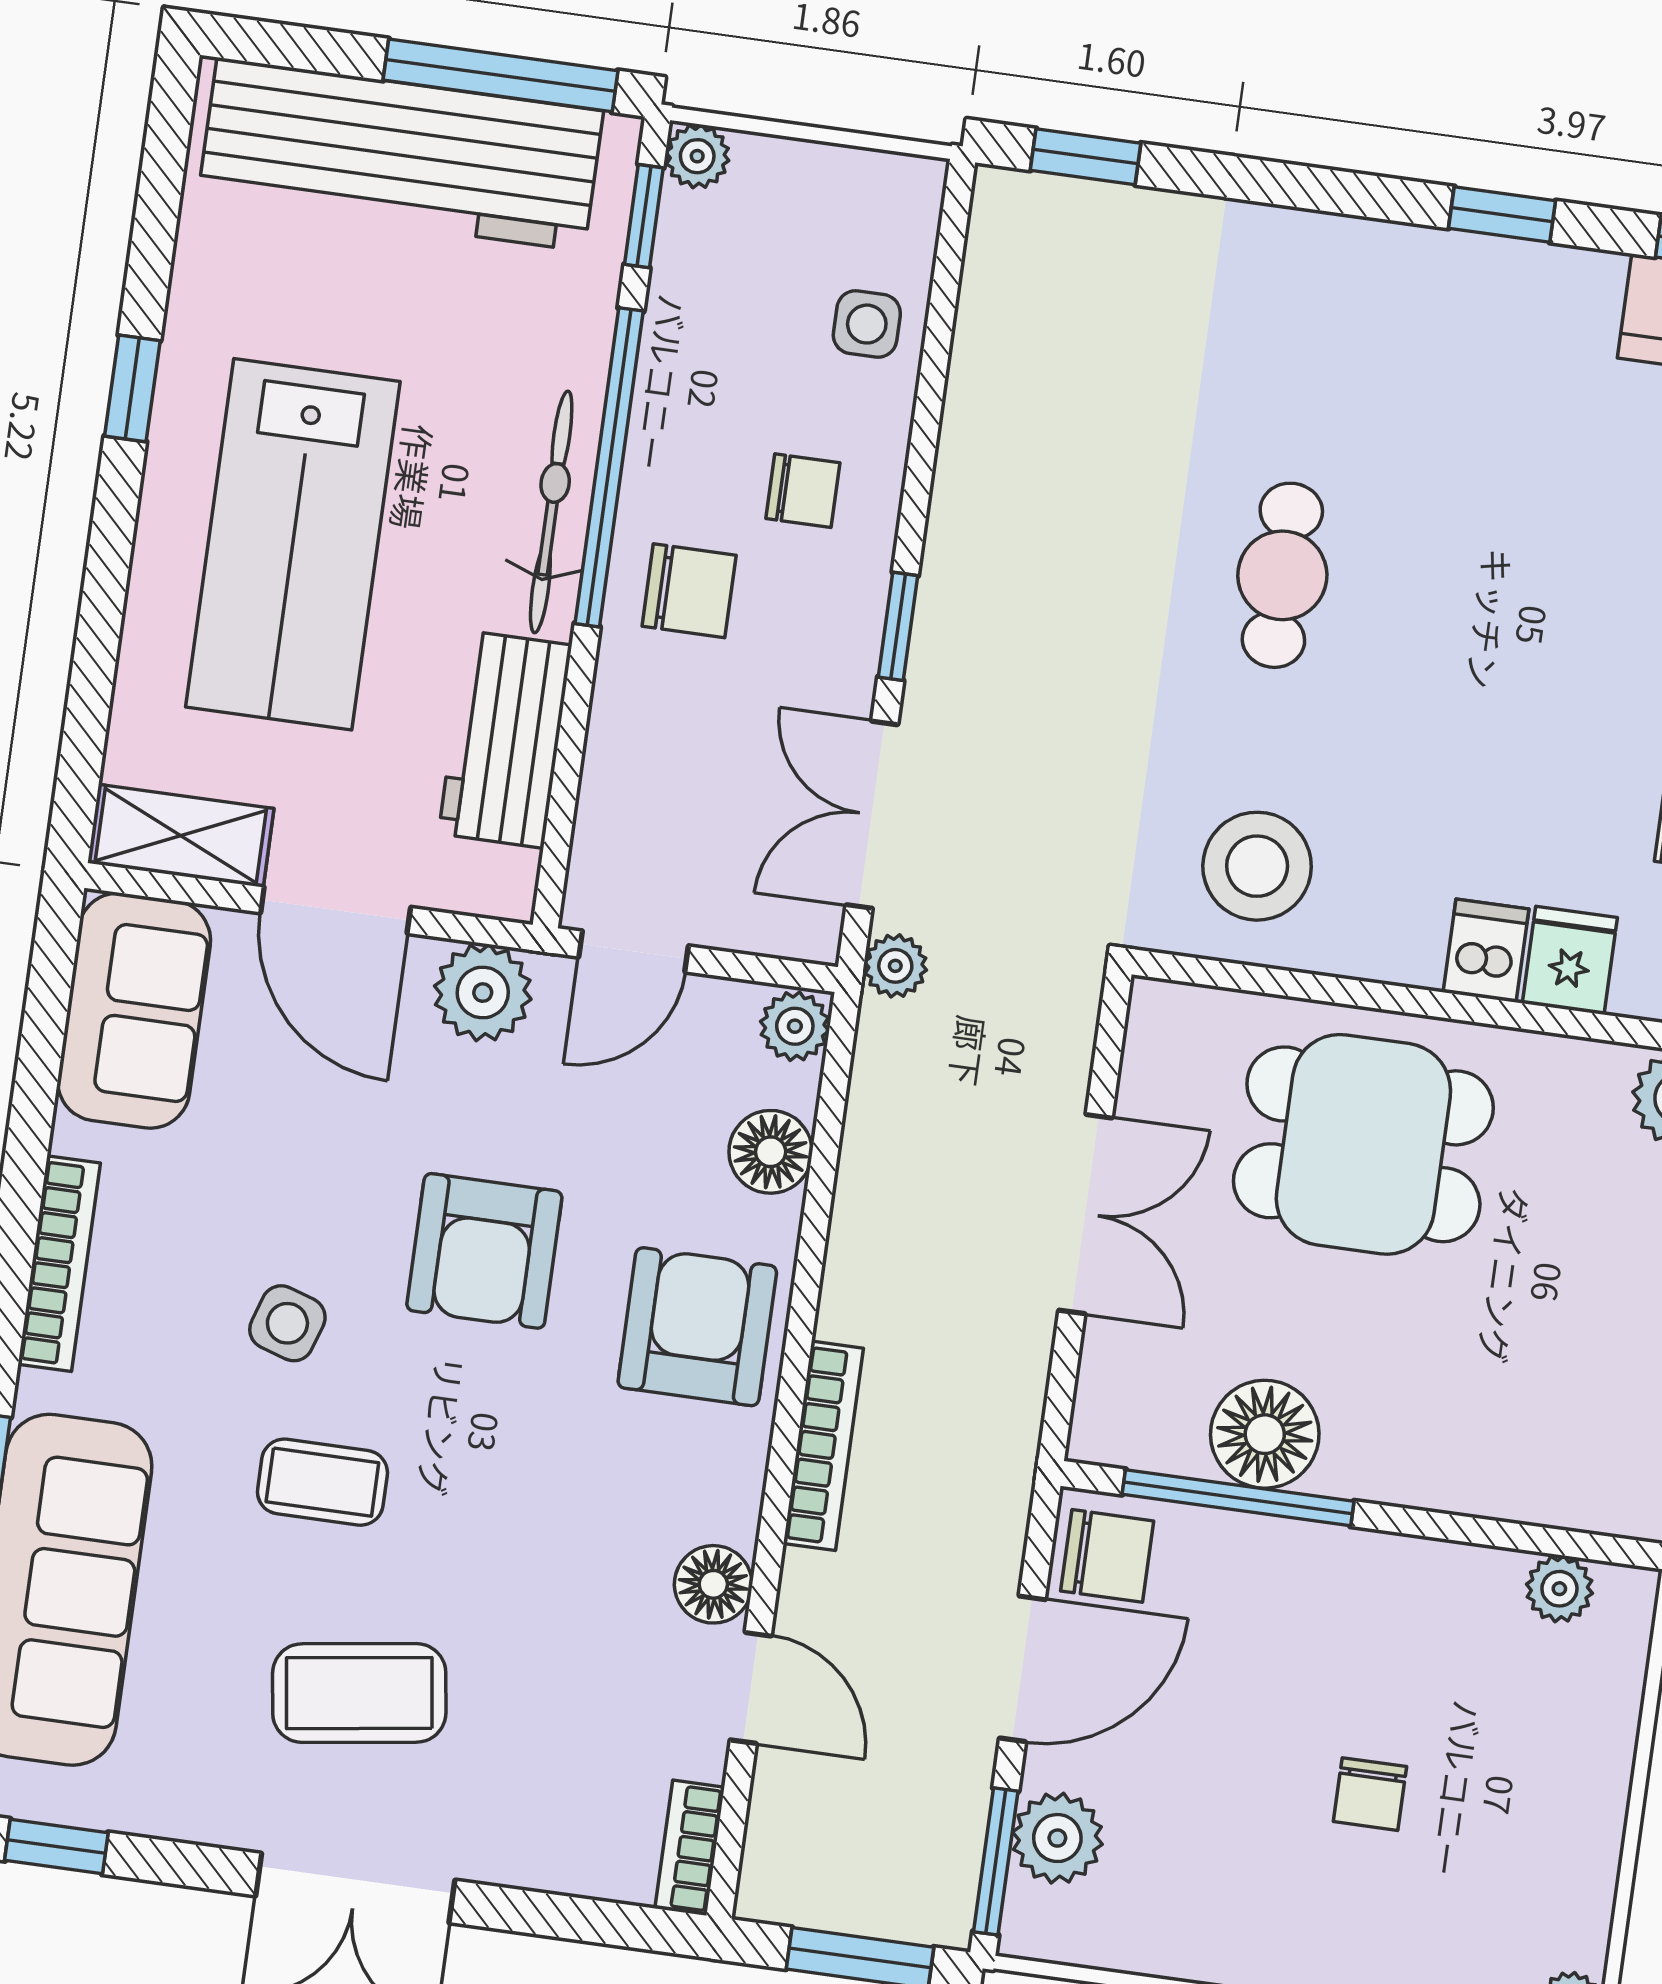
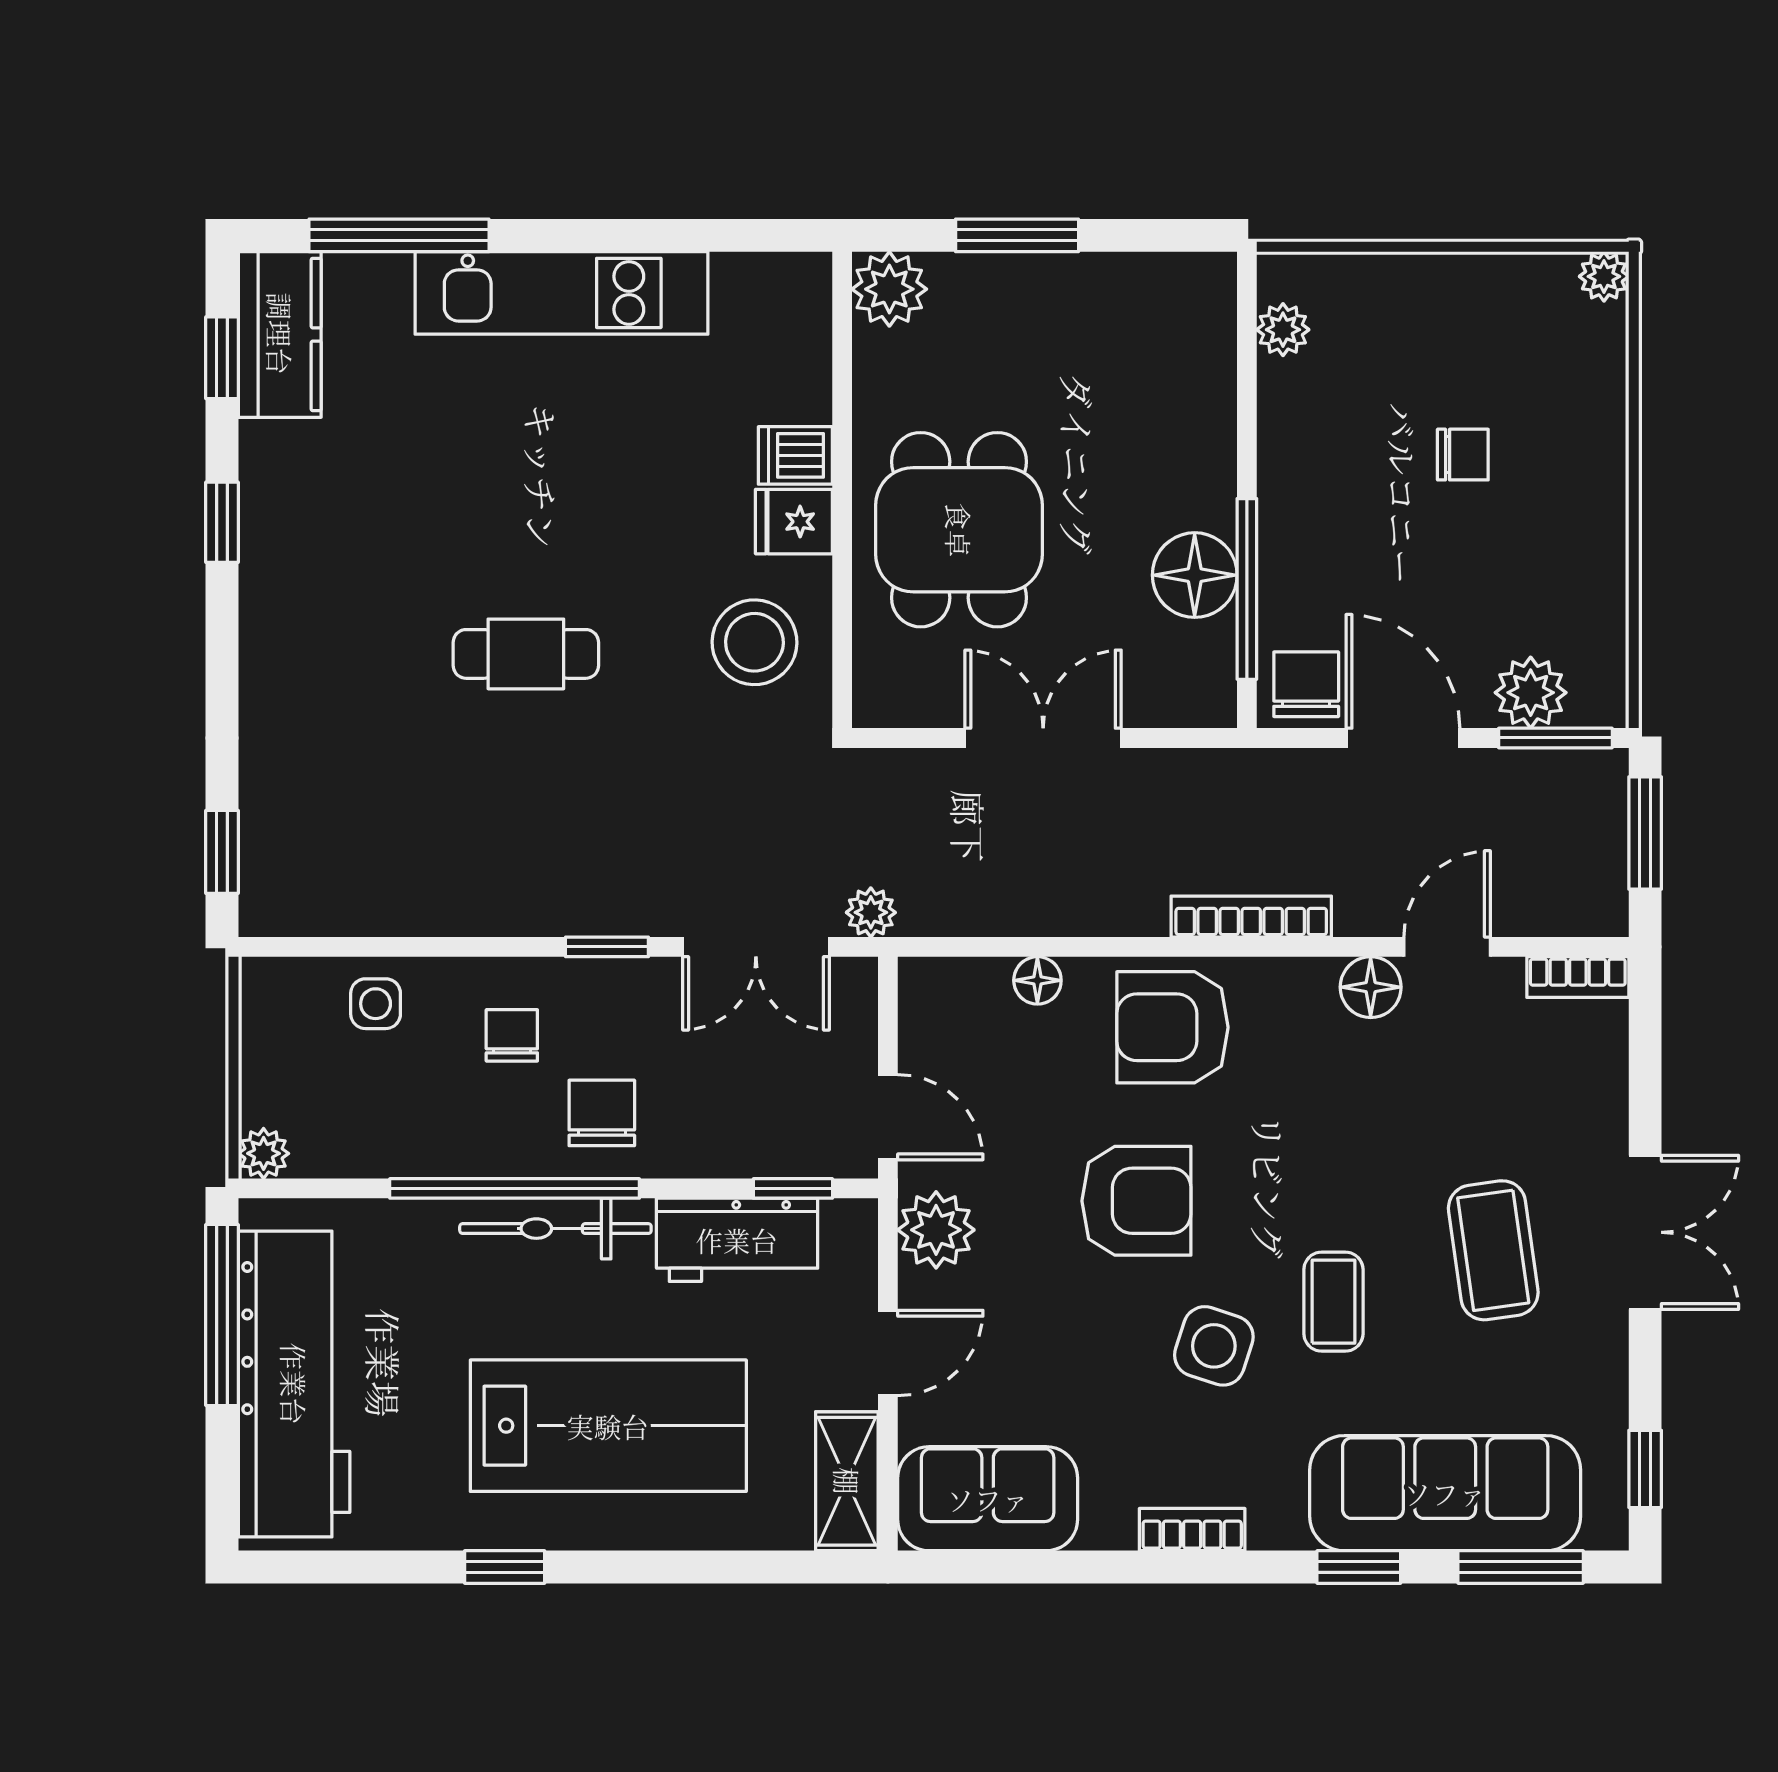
window: (644, 216) -> (793, 1188), moved
door: (336, 910) -> (888, 1353), width x0.73
fridge: (1570, 960) -> (794, 522), moved
plant: (795, 1026) -> (929, 984), removed
floor lamp: (771, 1152) -> (1037, 980), width x0.73, depth x0.73
bookcase: (59, 1264) -> (1192, 1530), width x0.64
side table: (287, 1323) -> (1214, 1346), width x1.37, depth x1.37

